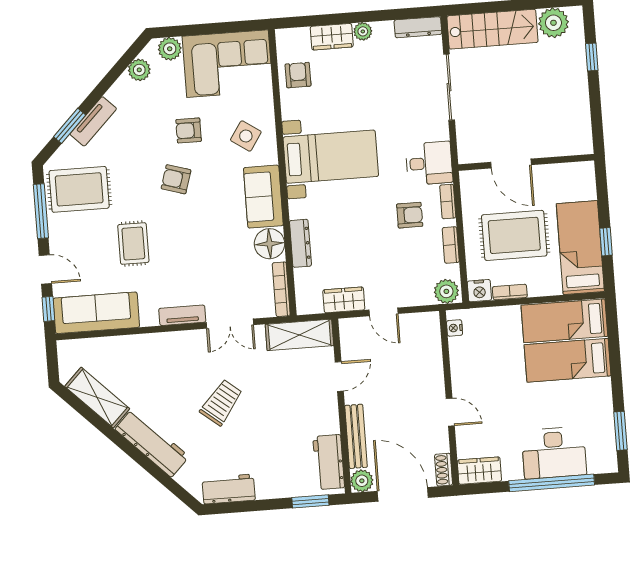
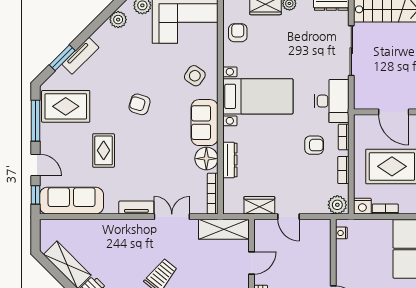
armchair: (189, 130) -> (152, 68), removed
desk: (429, 163) -> (332, 101), width x1.37
double door: (230, 324) -> (172, 217), swing flipped

